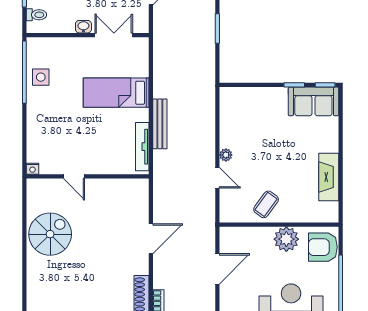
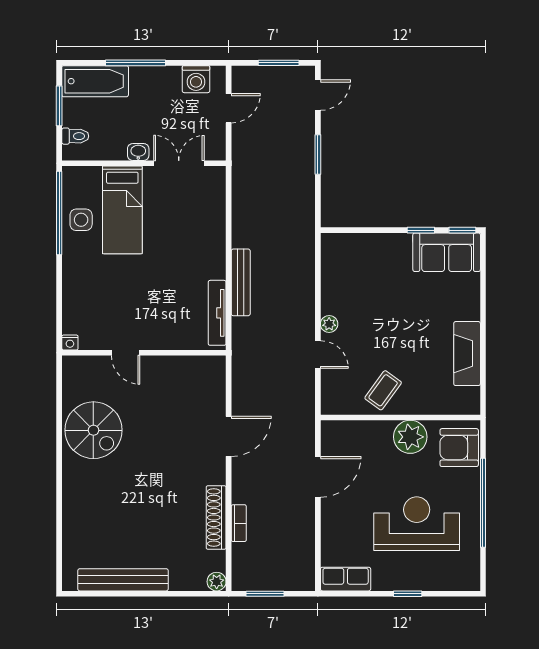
bed: (116, 93) -> (122, 210), moved, turned -90
spiral stairs: (50, 234) -> (93, 430), turned 90

